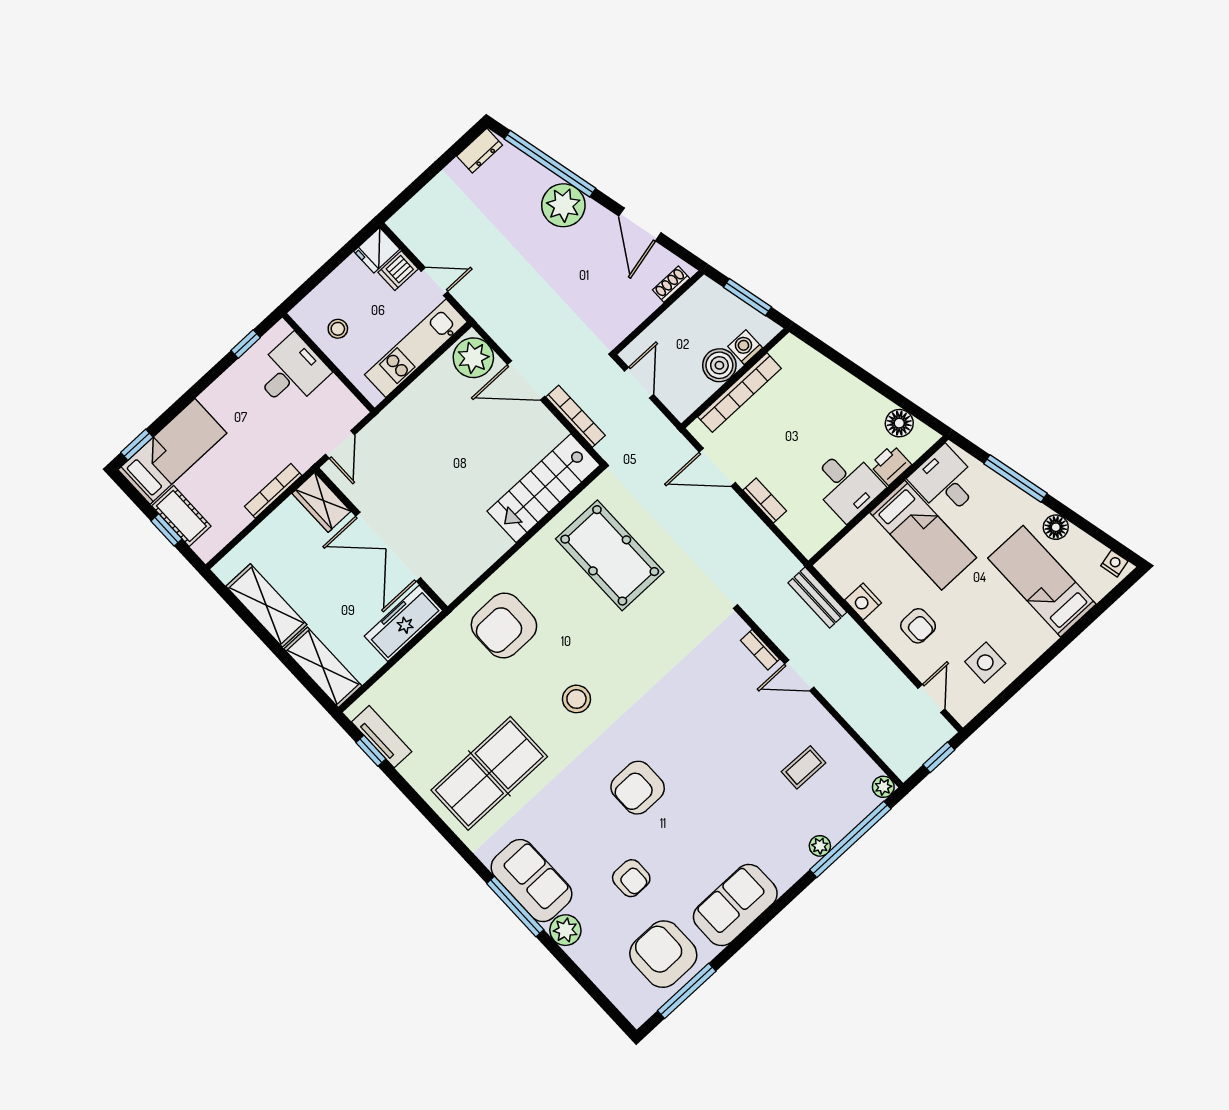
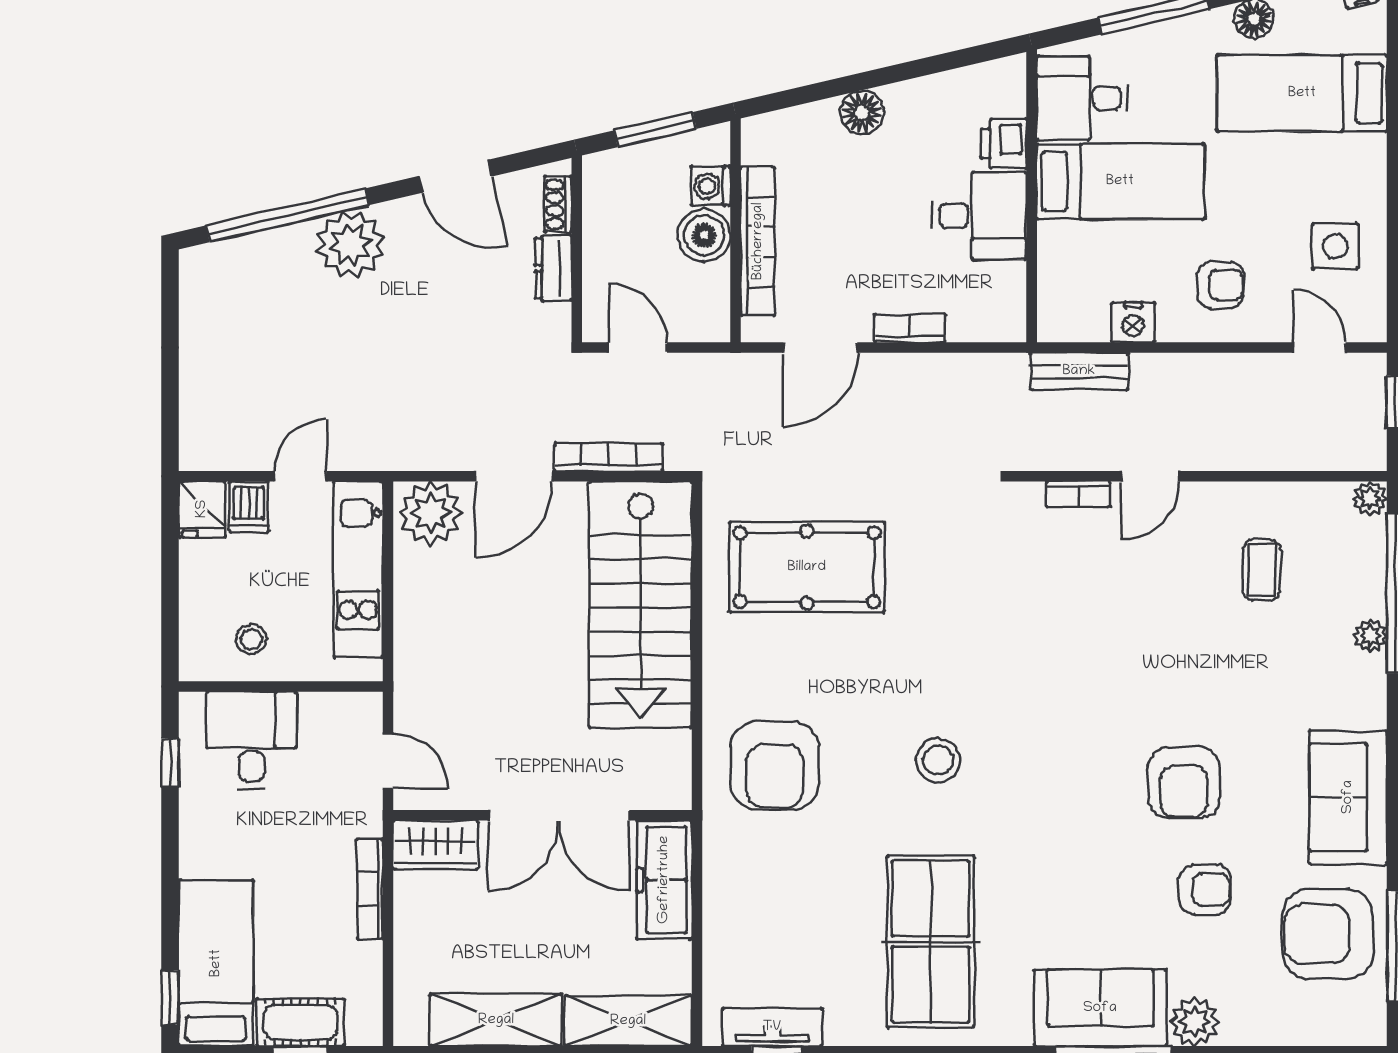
dresser: (480, 151) -> (553, 268), moved, turned 180
floor lamp: (899, 423) -> (862, 113), moved
stairs: (543, 488) -> (640, 605), width x1.36, depth x1.51
armchair: (638, 788) -> (1184, 782), moved

